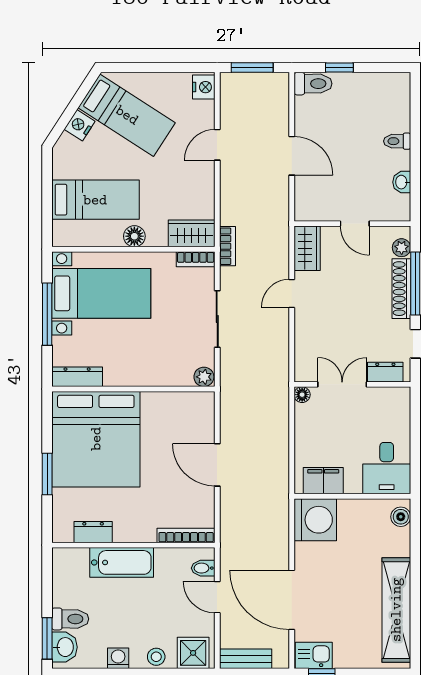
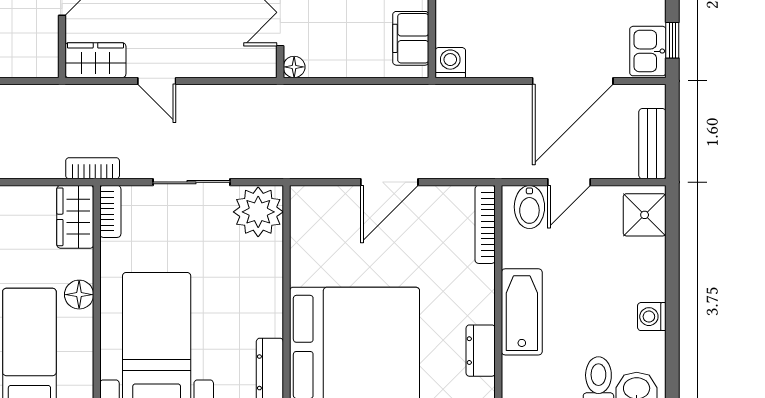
plant: (204, 377) -> (258, 212), width x1.87, depth x1.87
washing machine: (315, 520) -> (450, 63), width x0.53, depth x0.53
bidet: (203, 568) -> (529, 207), width x1.38, depth x1.36
stool: (156, 657) -> (650, 265), removed

